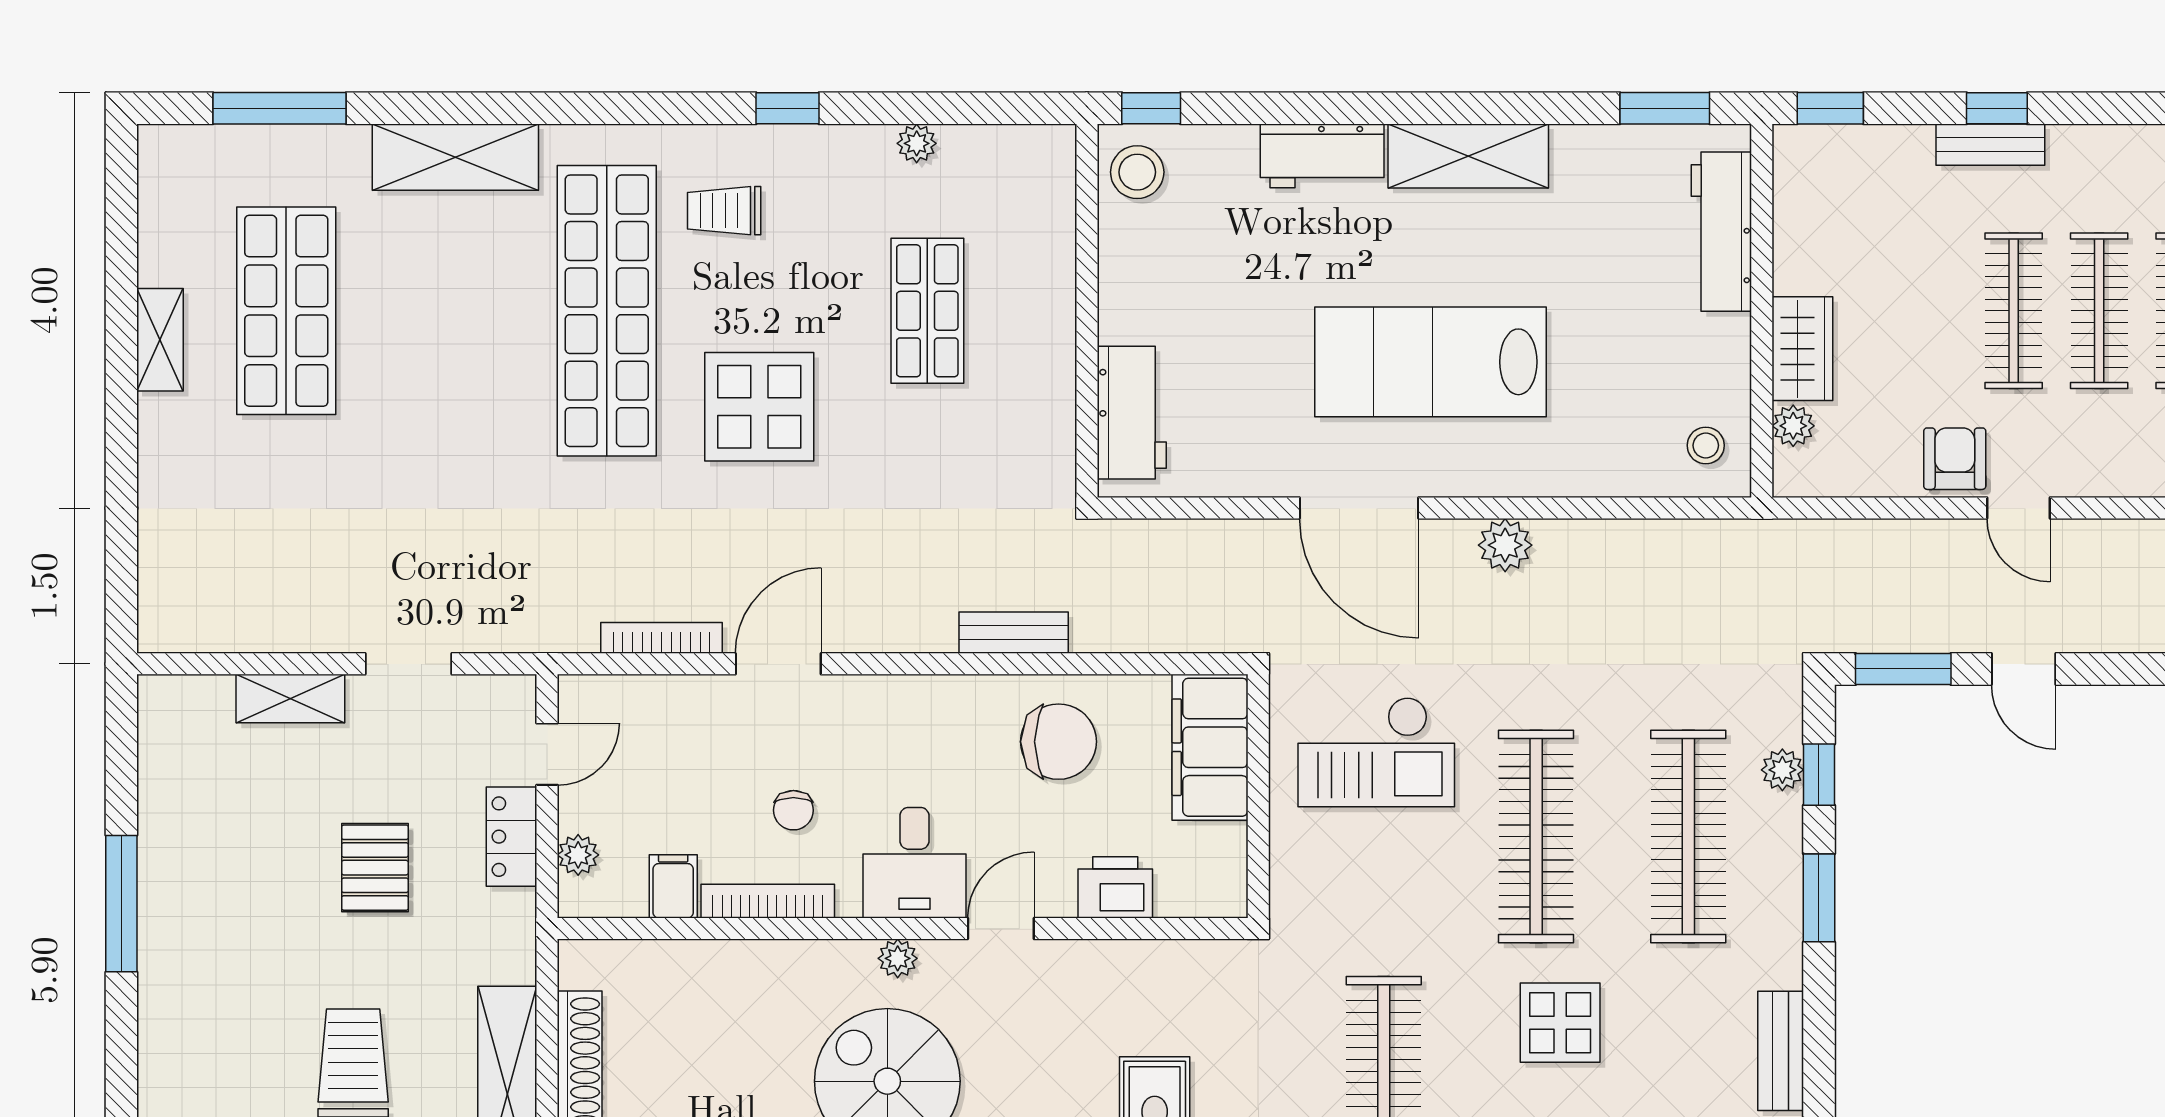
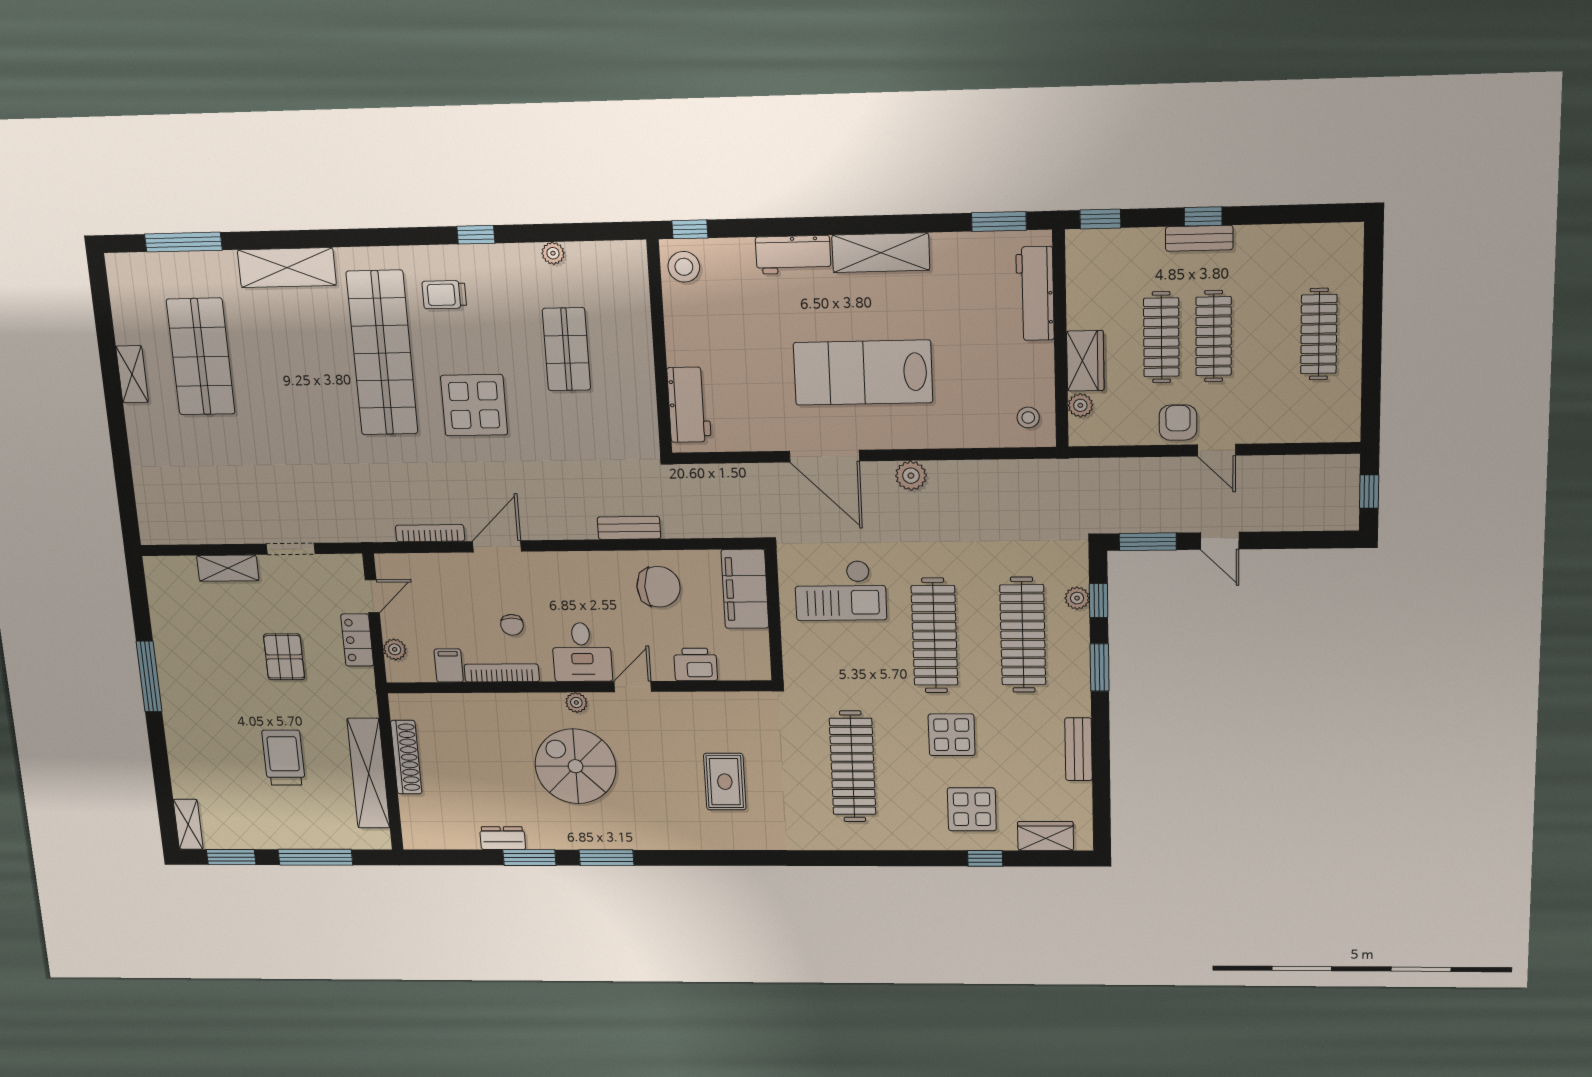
clothes rail: (2099, 311) -> (1161, 337), moved

